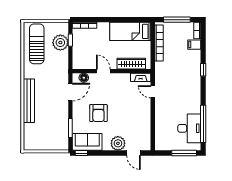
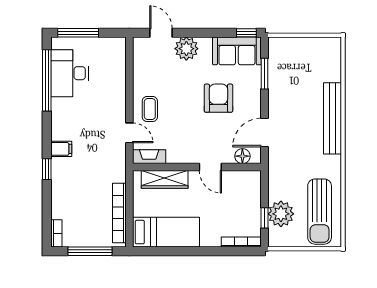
filing cabinet: (194, 45) -> (61, 149), moved
coffee table: (140, 106) -> (150, 109), added

